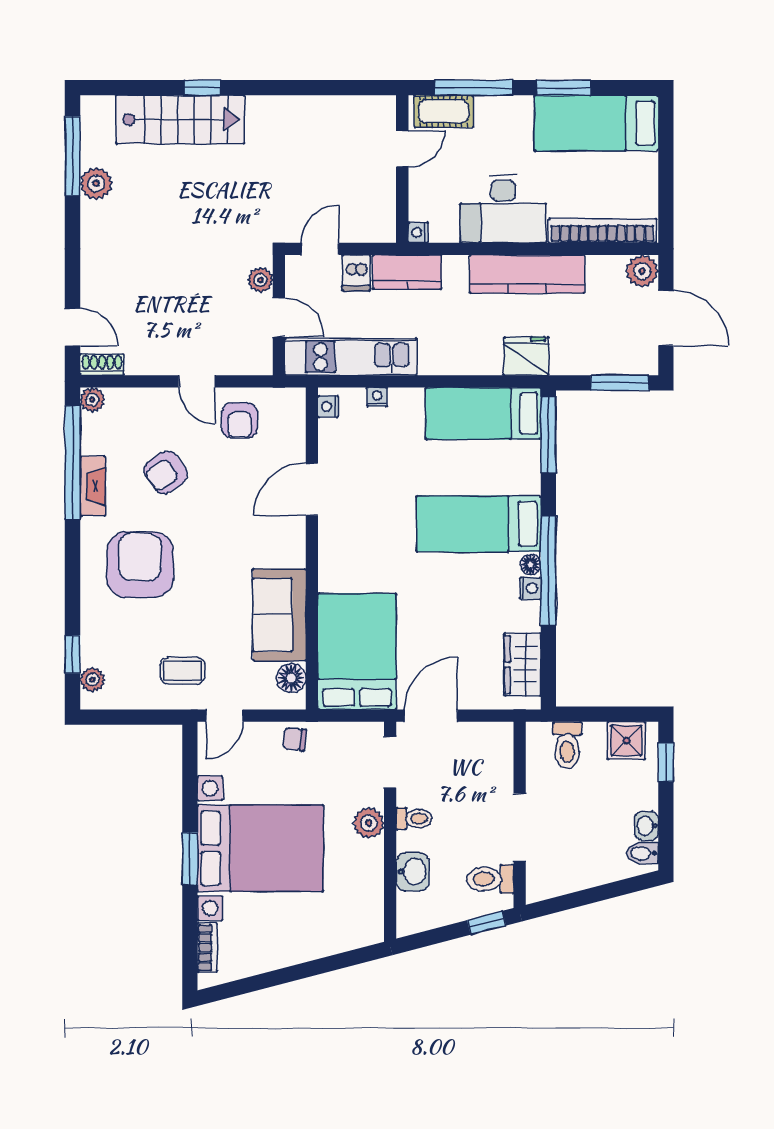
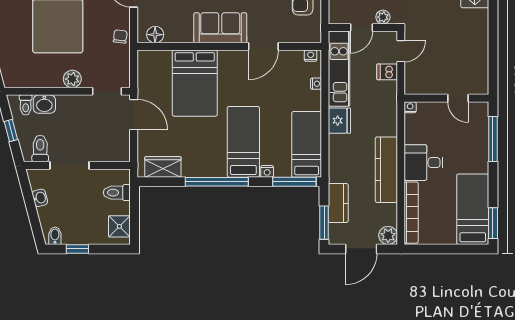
window: (564, 88) -> (493, 223), moved
cot: (444, 111) -> (479, 122), removed
desk: (503, 209) -> (424, 163), width x0.73
door: (320, 249) -> (401, 51), hinge flipped
kitchen counter: (407, 272) -> (338, 203), moved, turned 180
fridge: (526, 356) -> (339, 121), moved
door: (312, 489) -> (263, 46), swing flipped
floor lamp: (531, 564) -> (220, 172), removed
nightstand: (530, 588) -> (267, 171), moved
sofa: (279, 615) -> (220, 28), moved
bed: (357, 652) -> (195, 83), moved, turned 90
window: (666, 762) -> (77, 249), moved
toilet: (414, 819) -> (26, 105), moved
washbasin: (647, 826) -> (40, 198), moved, turned 75
window: (486, 923) -> (11, 130), moved

